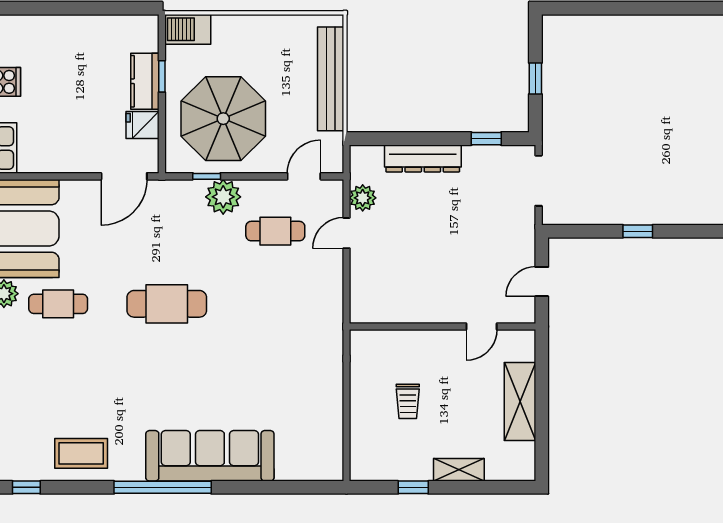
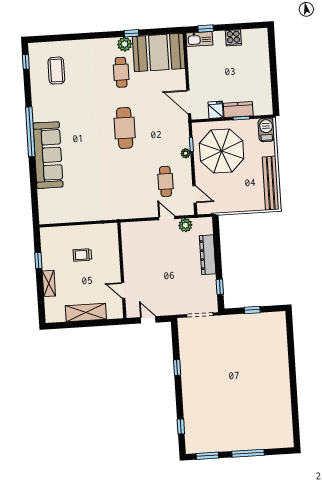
bench: (331, 79) -> (271, 183), moved, turned 90
plant: (223, 197) -> (186, 153), width x0.53, depth x0.53
coffee table: (81, 453) -> (56, 71), moved

